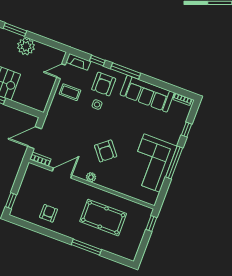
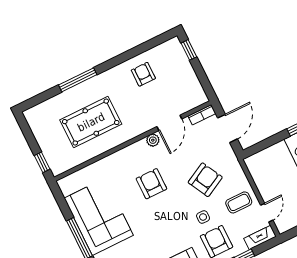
armchair: (75, 123) -> (205, 180), added
armchair: (106, 151) -> (151, 184), turned 39
plant: (91, 177) -> (153, 140), moved
armchair: (49, 213) -> (143, 74), turned 180

